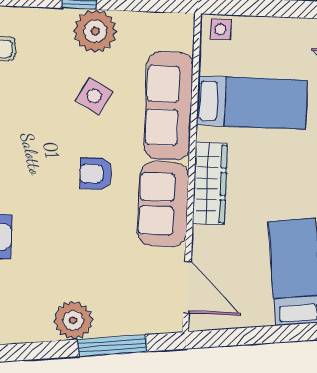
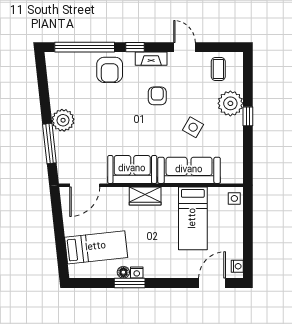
plant: (95, 31) -> (230, 103), moved
armchair: (96, 174) -> (157, 96), moved
wardrobe: (210, 183) -> (145, 196), width x0.67

